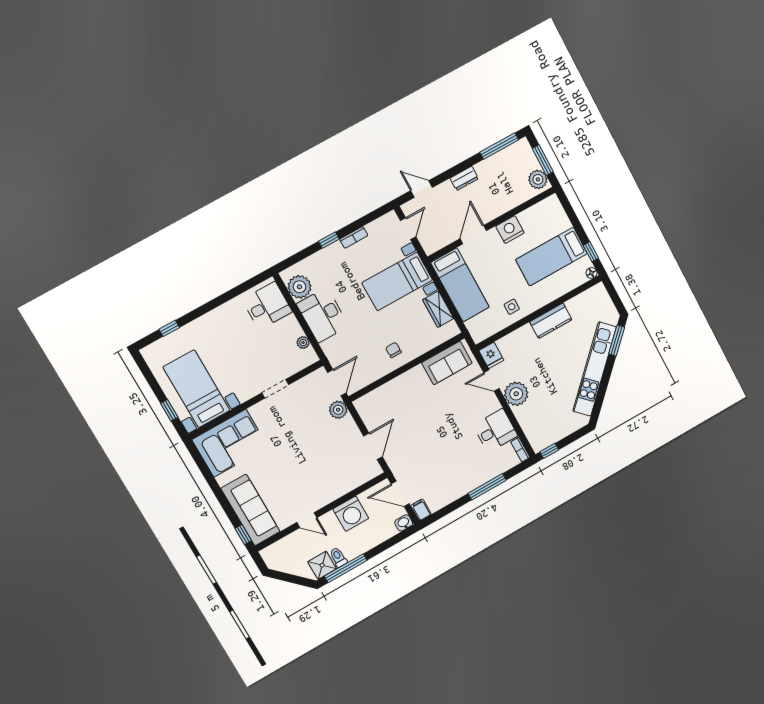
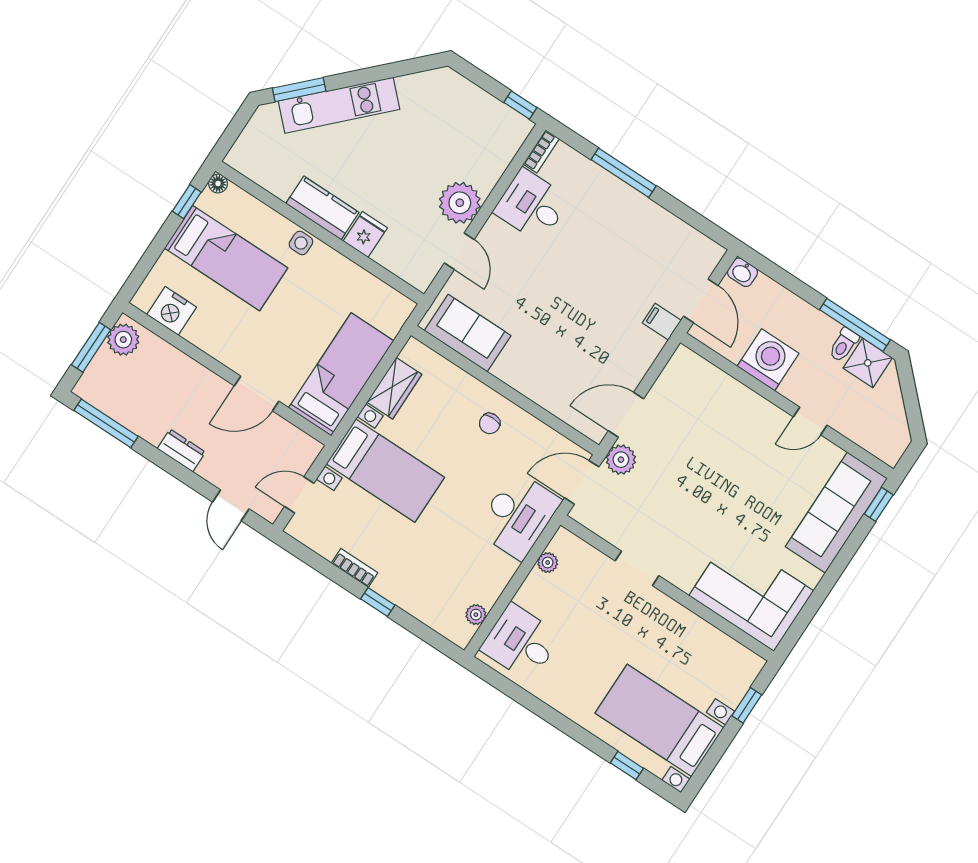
nightstand: (510, 230) -> (172, 311), moved
plant: (299, 287) -> (476, 615), width x0.53, depth x0.53
side table: (512, 307) -> (301, 243), moved
desk: (323, 315) -> (518, 515), moved
fridge: (491, 355) -> (365, 235), moved
kitchen unit: (595, 369) -> (339, 105), width x0.73
bed with nightstands: (196, 389) -> (659, 720), moved, turned 90
door: (373, 446) -> (626, 415), moved
filing cabinet: (421, 510) -> (662, 322), moved, turned 90
door: (307, 520) -> (810, 421), swing flipped

